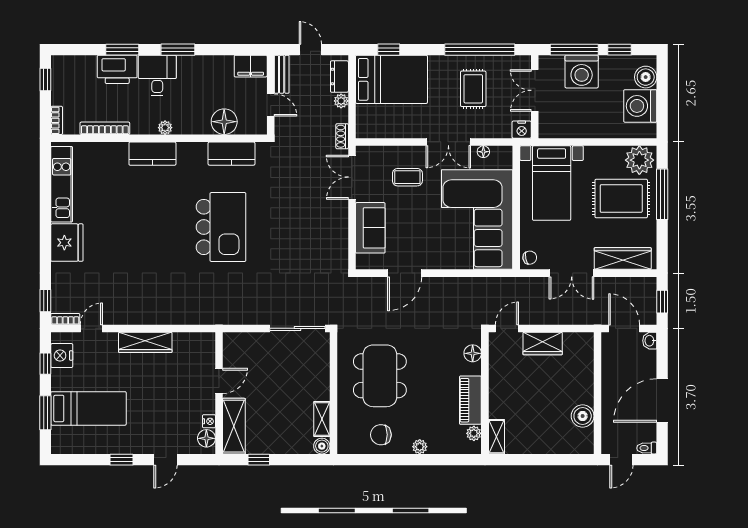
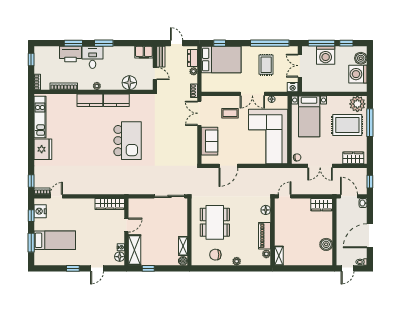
kitchen counter: (231, 154) -> (116, 100), moved
wardrobe: (623, 258) -> (353, 158), width x0.67
wardrobe: (145, 342) -> (110, 204), moved
wardrobe: (543, 344) -> (322, 205), moved

